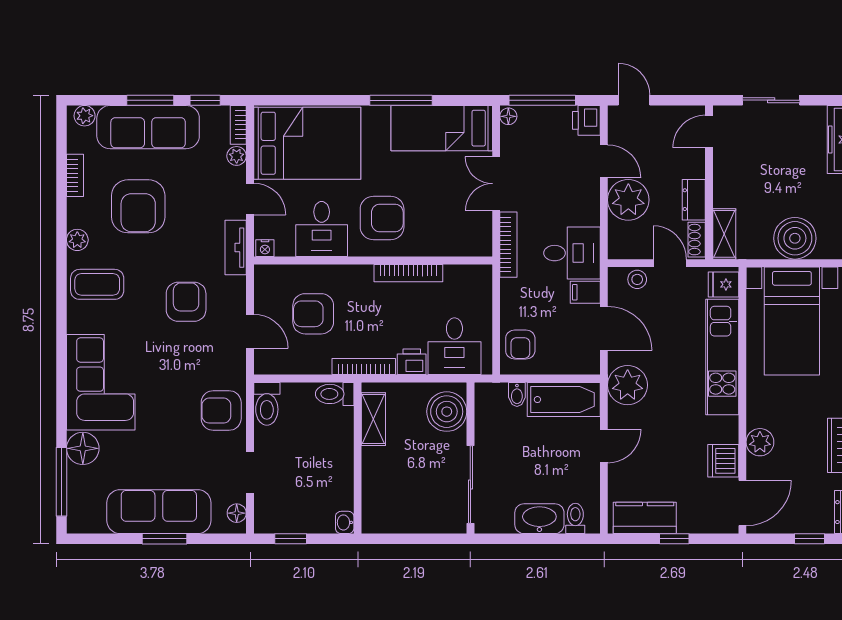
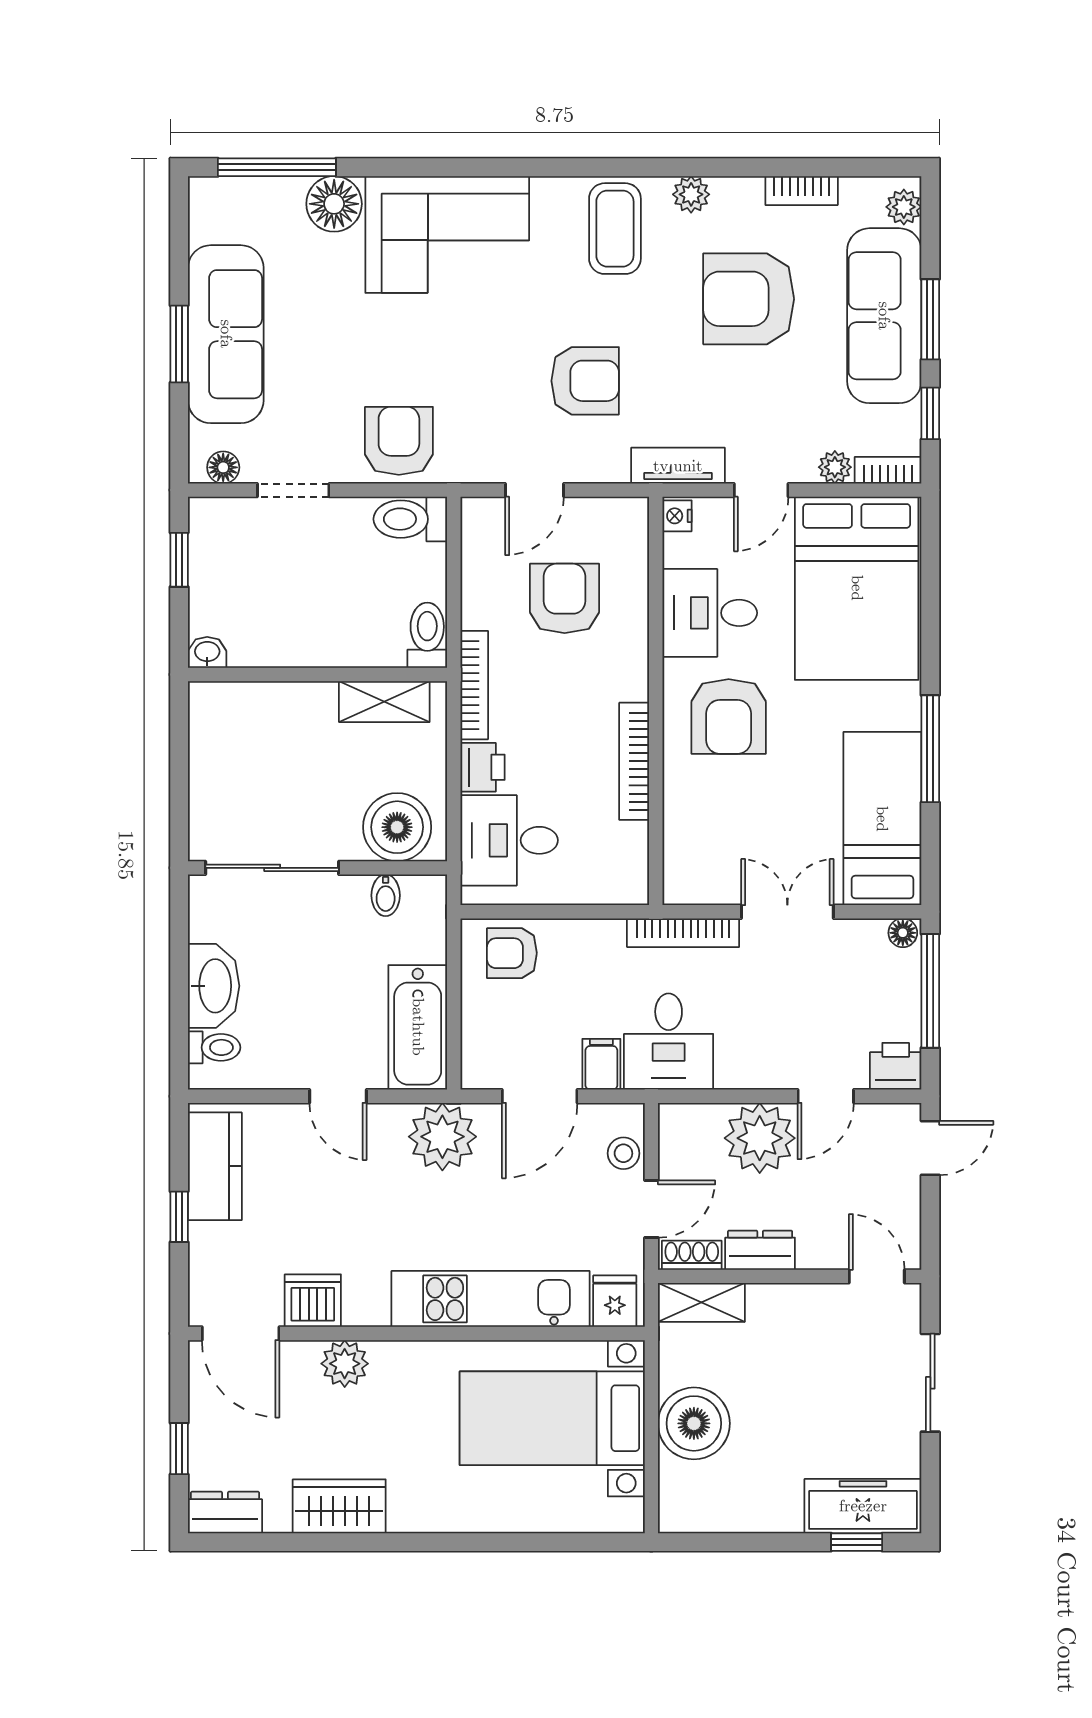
bidet: (517, 395) -> (386, 895), moved, turned -90

